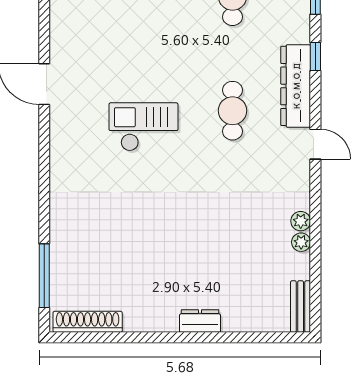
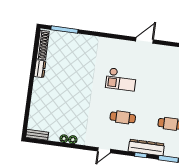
dresser: (296, 86) -> (146, 147), moved
checkout: (143, 127) -> (121, 79), turned 90
dresser: (200, 321) -> (40, 69), moved

